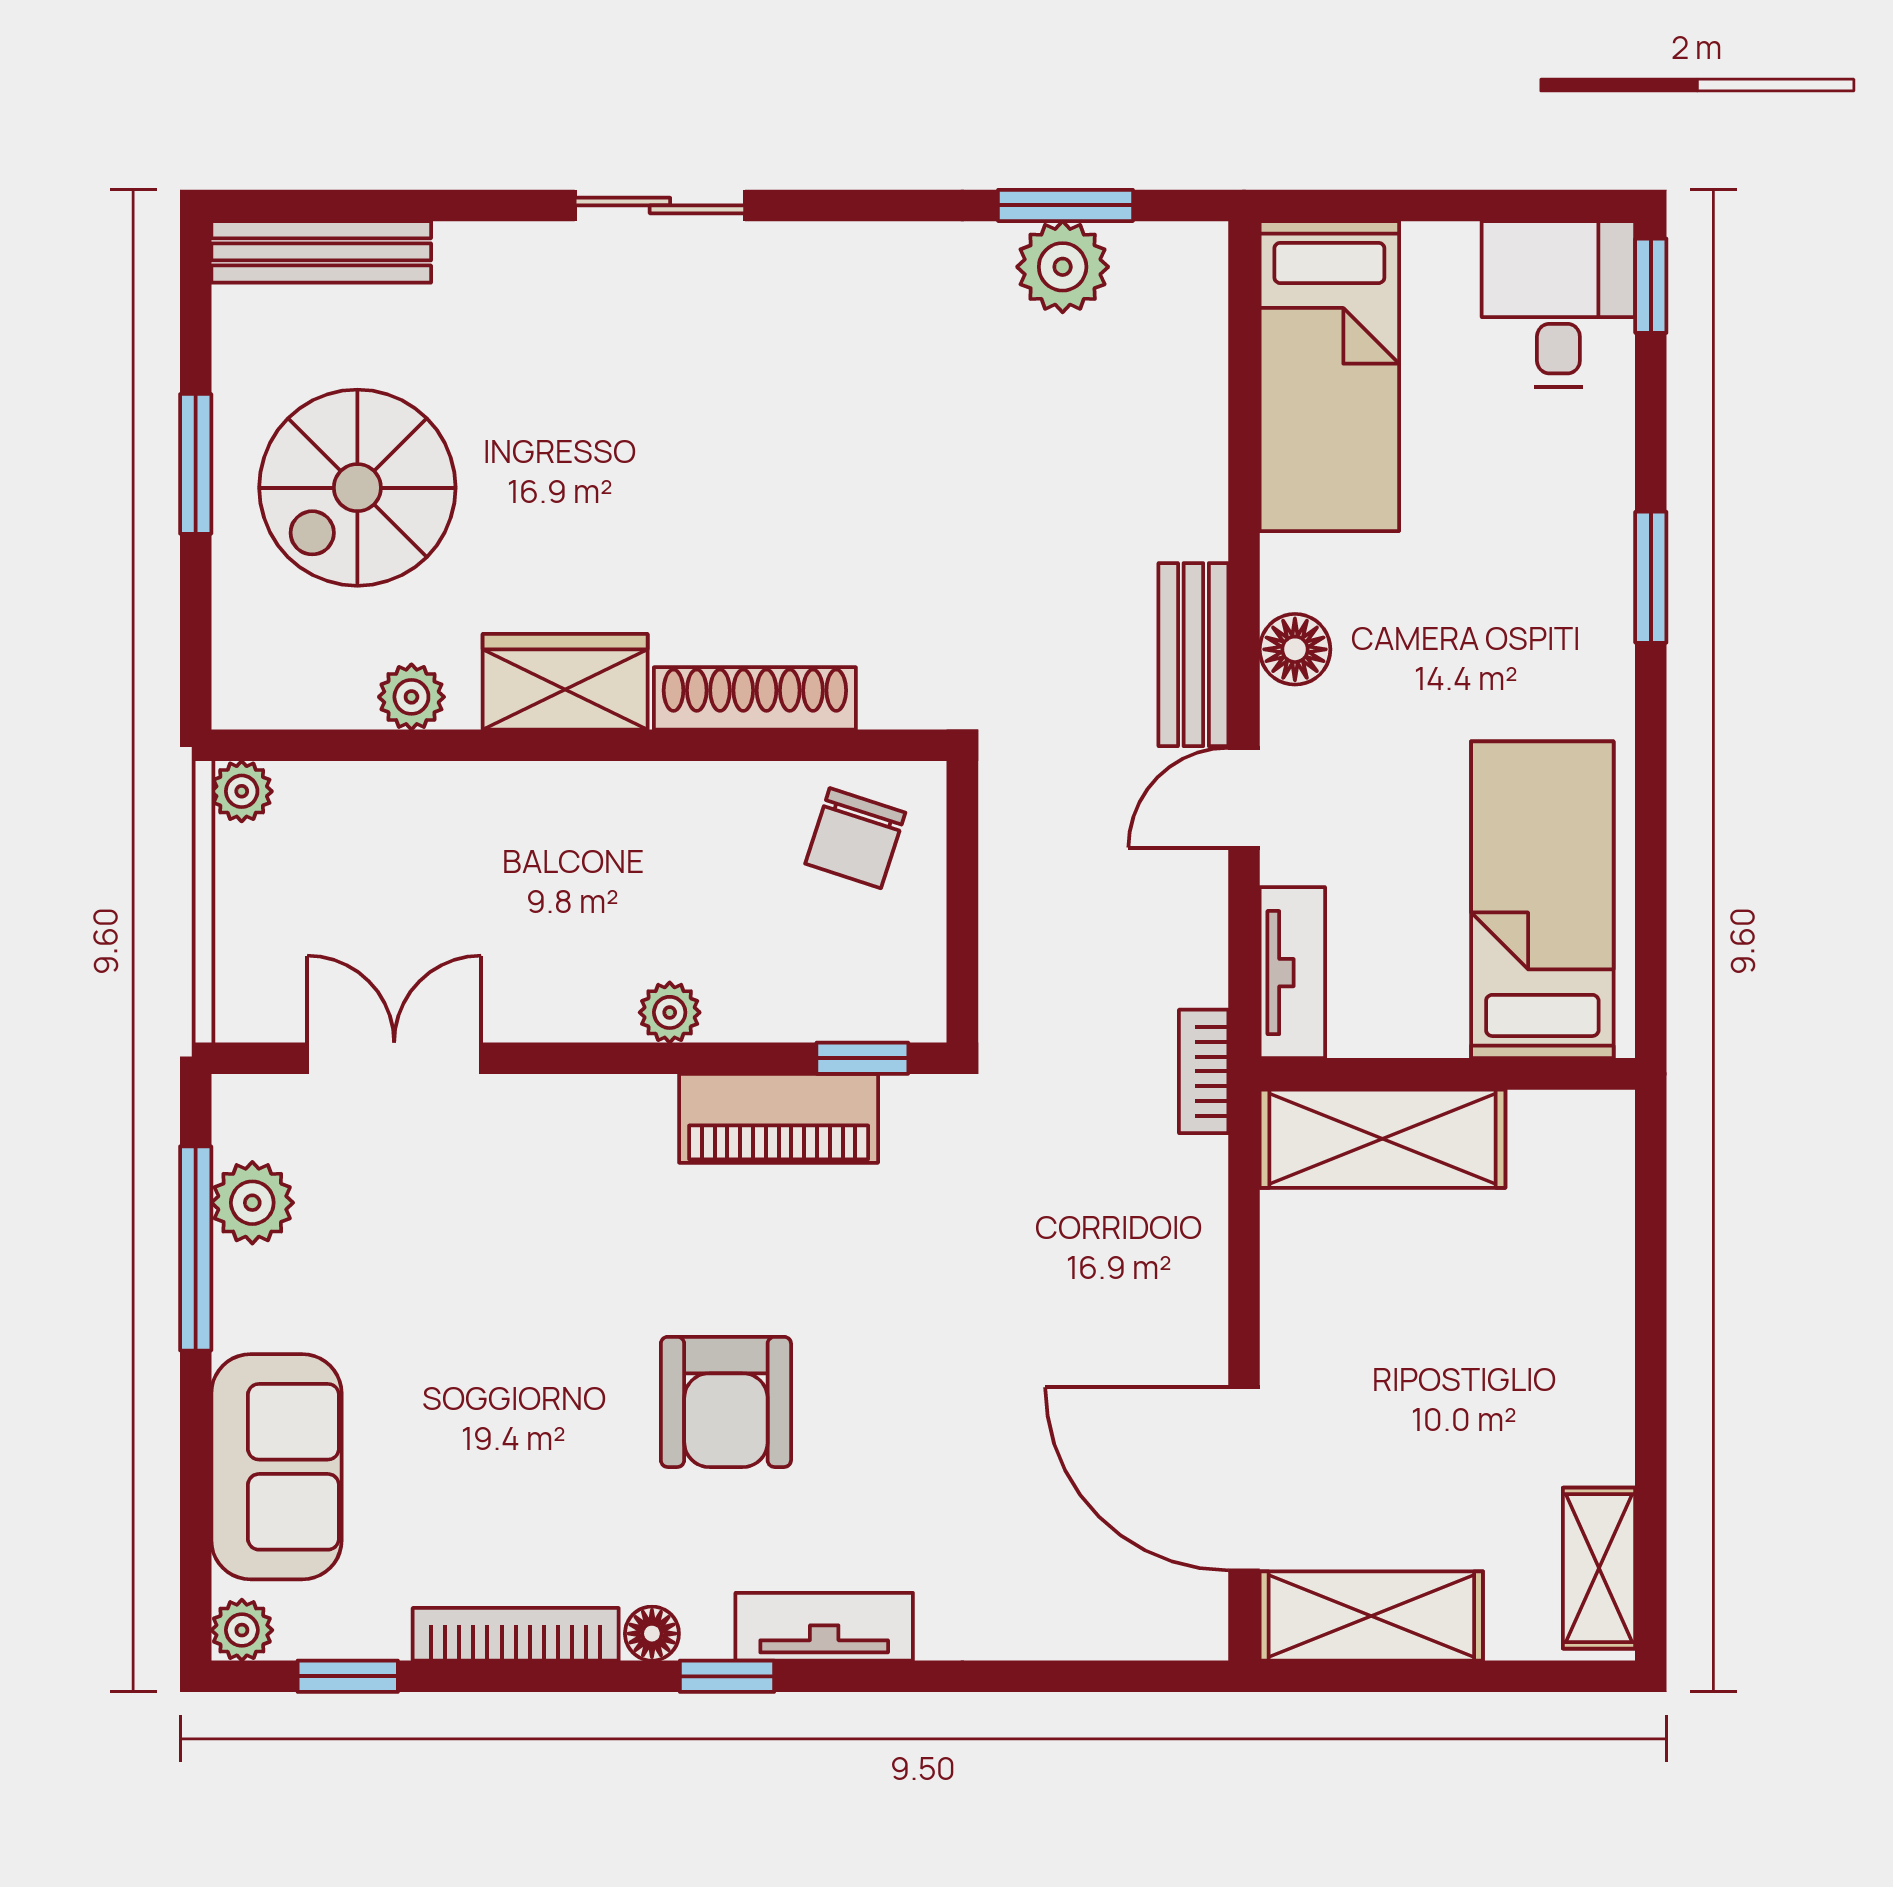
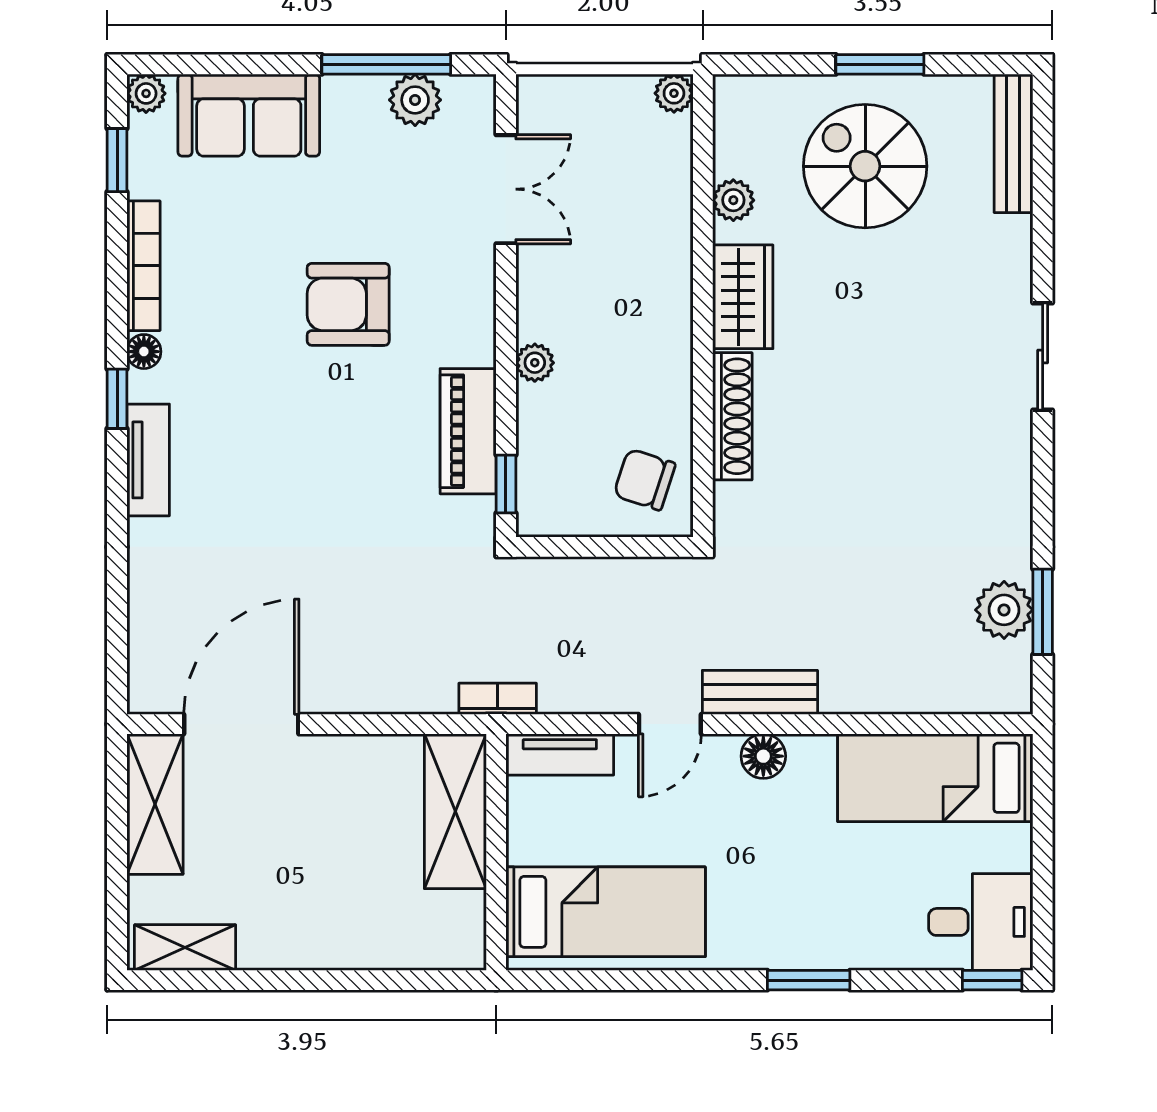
door: (1244, 798) -> (670, 724), swing flipped
armchair: (726, 1402) -> (348, 304), moved

